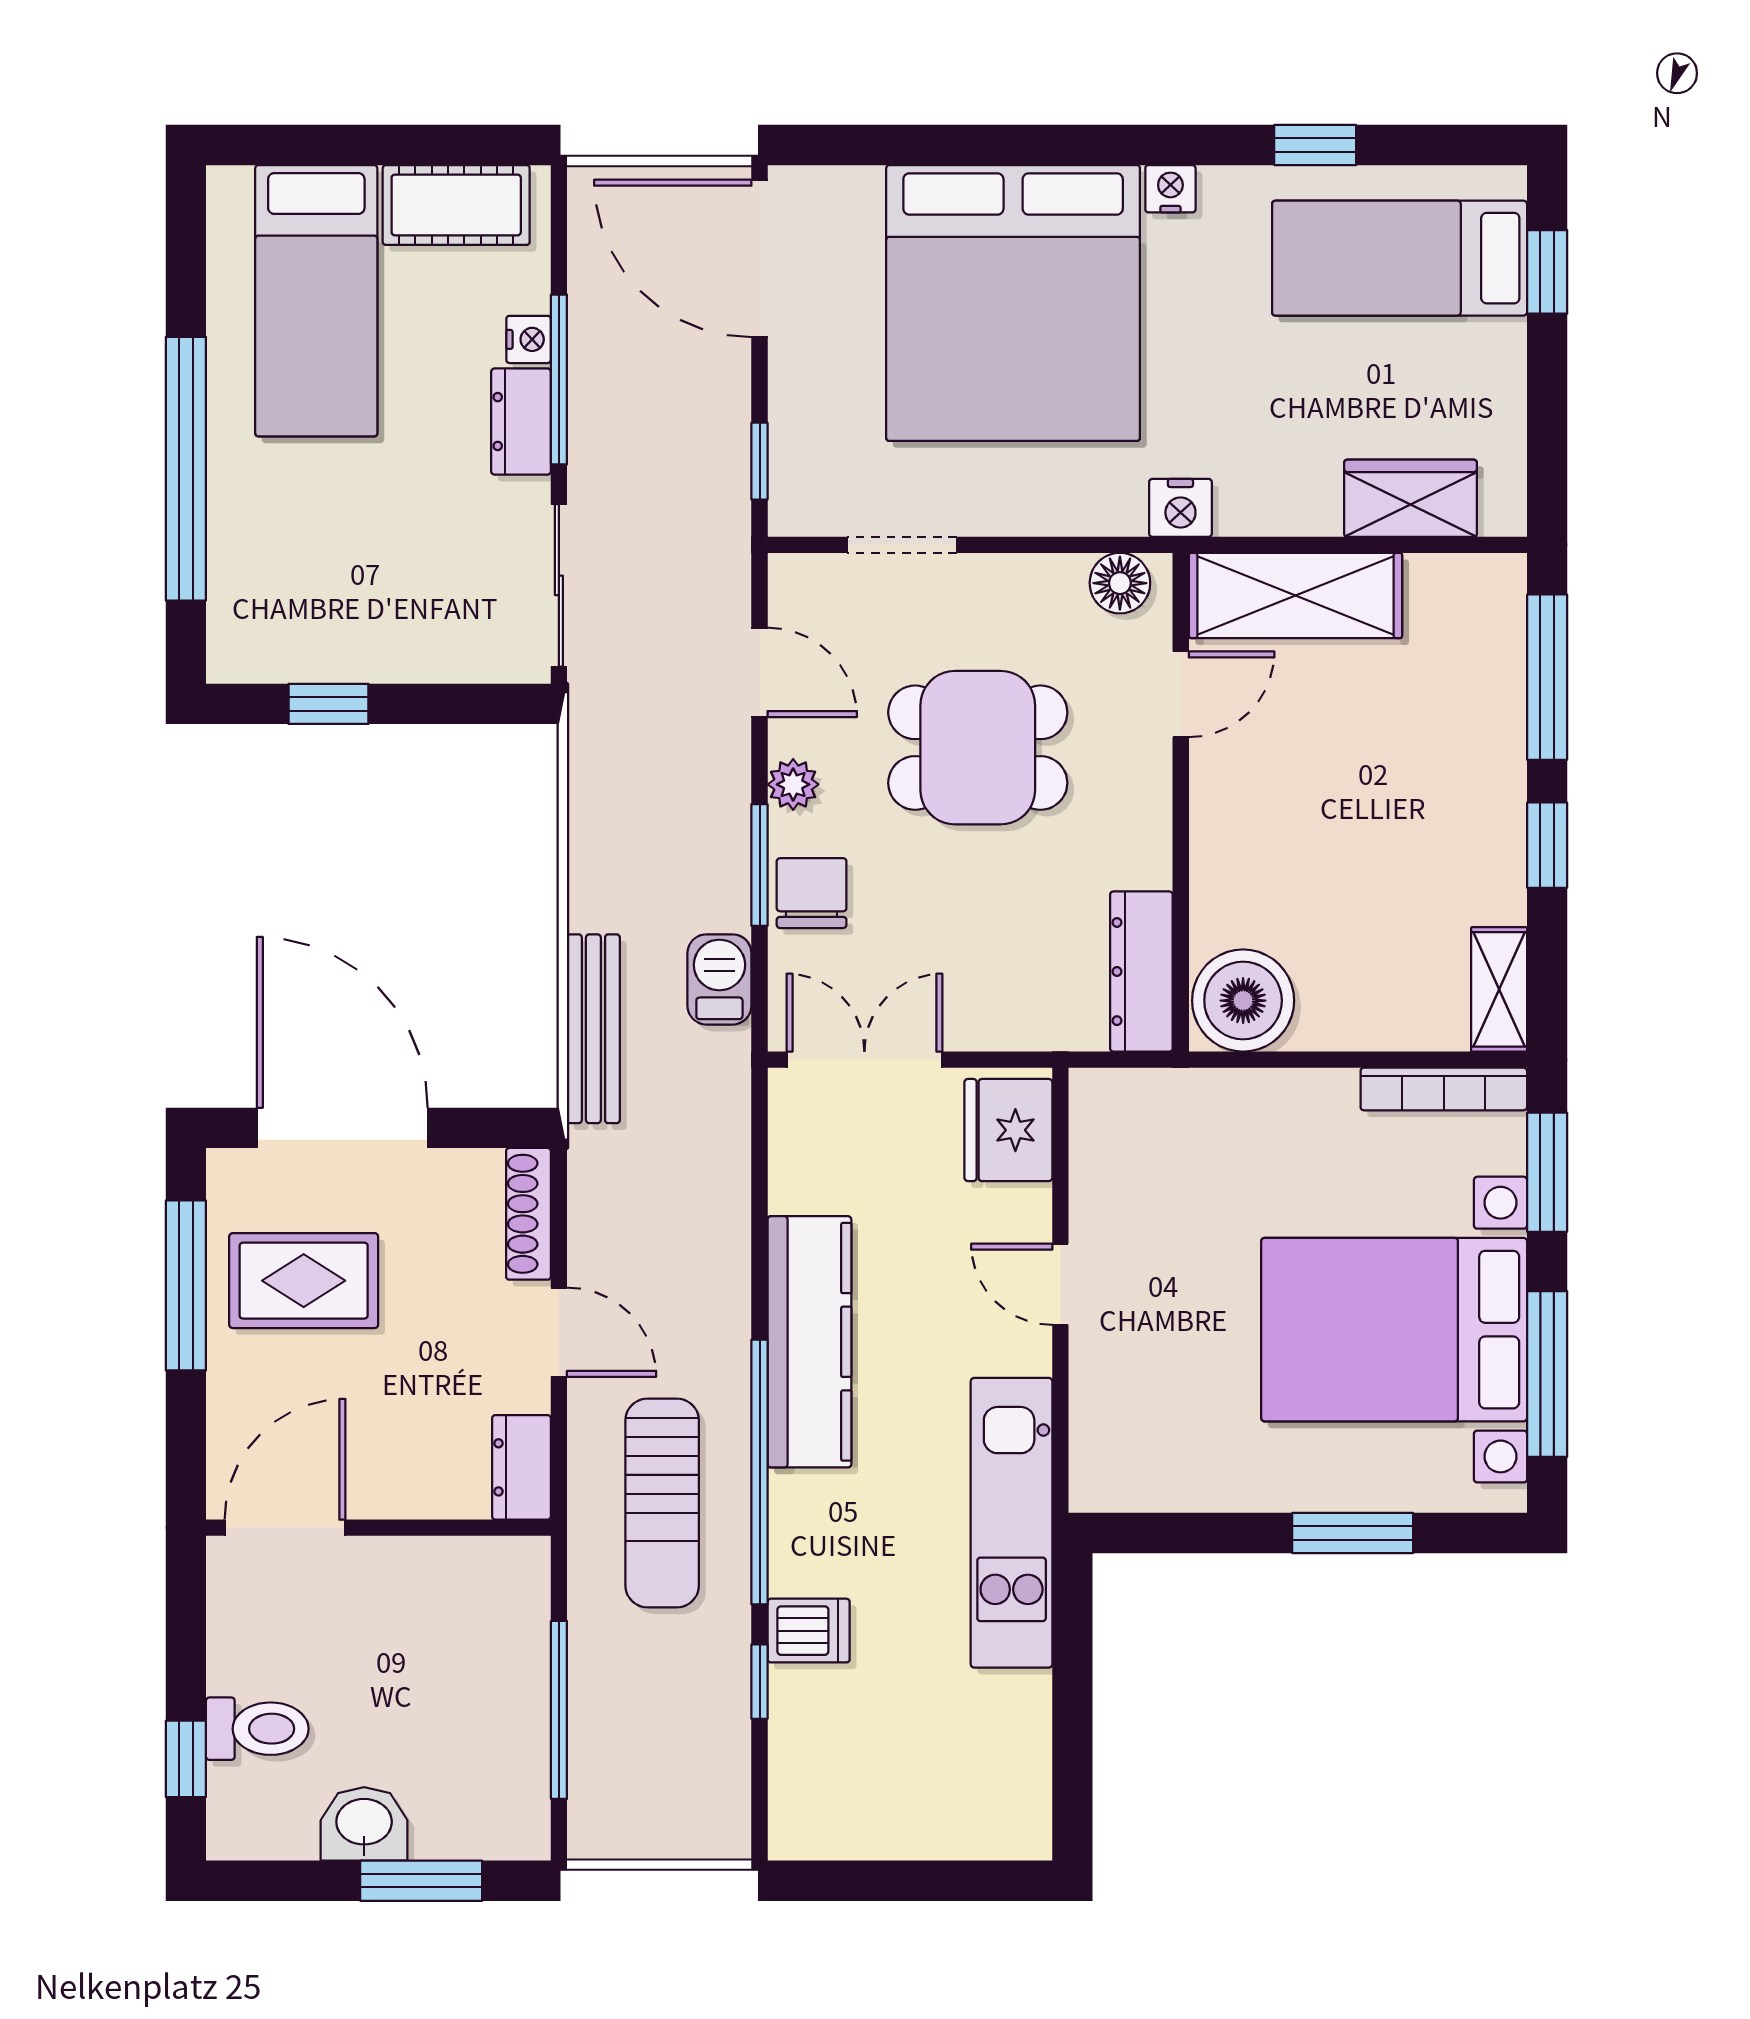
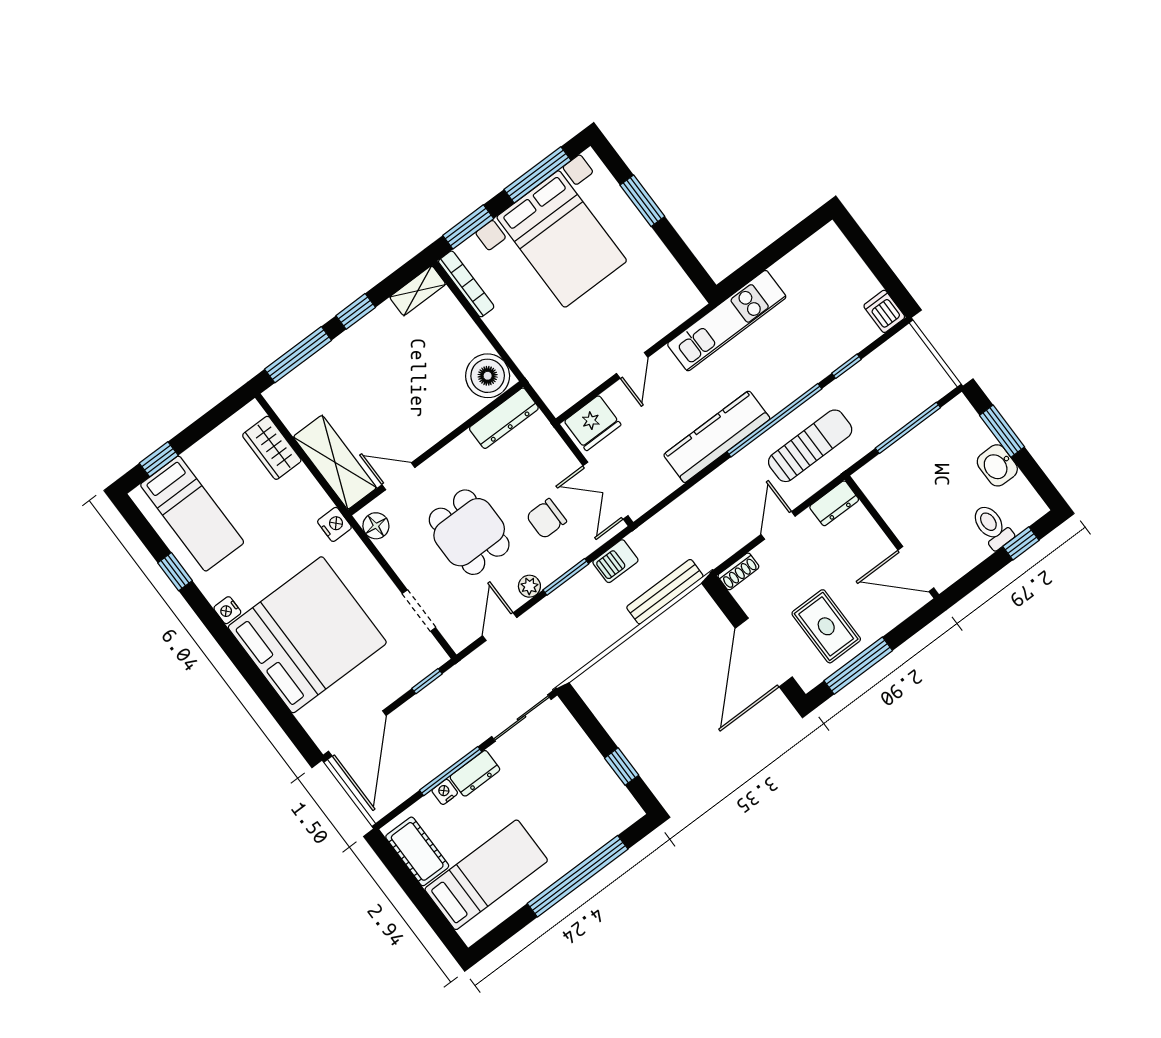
chair: (812, 893) -> (546, 519), moved
shoe rack: (528, 1214) -> (738, 571), width x0.70
dishwasher: (809, 1631) -> (884, 311), moved

